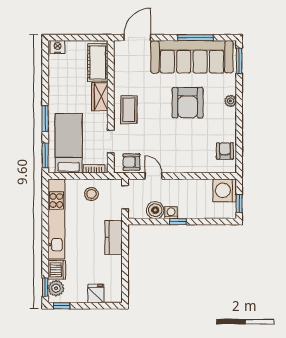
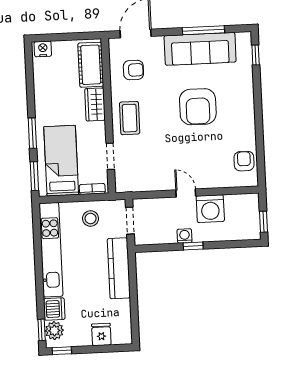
sofa: (192, 57) -> (200, 49), width x0.74, depth x0.79
window: (239, 61) -> (256, 55), width x0.67
plant: (230, 101) -> (248, 102), removed
armchair: (131, 162) -> (133, 70), moved, turned 180
door: (153, 176) -> (186, 193), moved
washing machine: (225, 190) -> (210, 209), moved, turned -90
boiler: (155, 210) -> (166, 234), removed
kitchen counter: (114, 238) -> (119, 268), width x1.50

